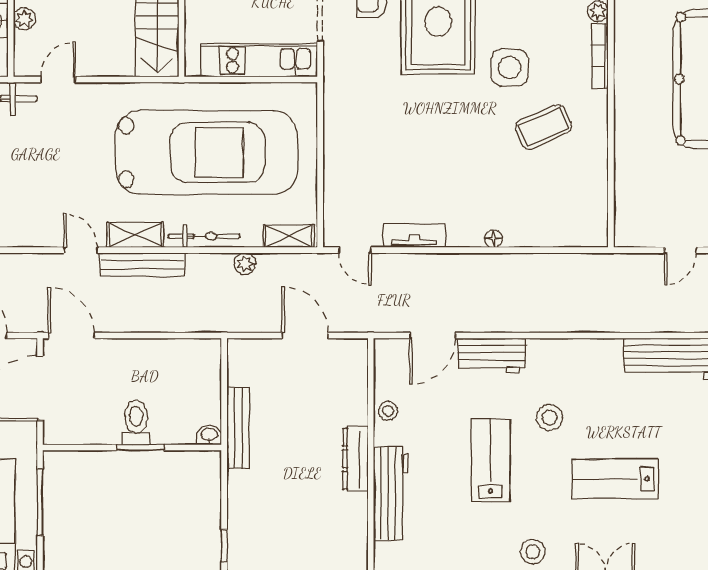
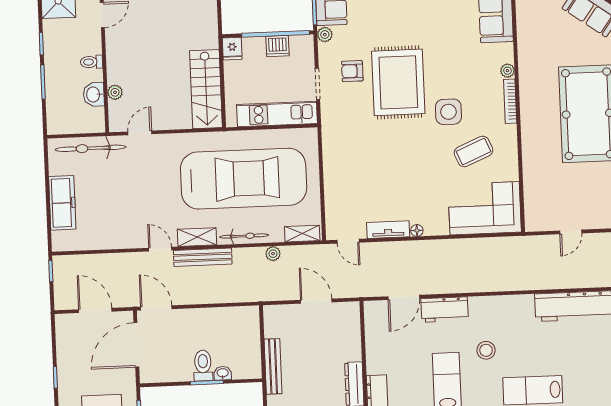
corner sofa: (556, 210) -> (485, 208), added
floor lamp: (493, 239) -> (417, 230), moved
stool: (388, 411) -> (375, 350), removed
washbasin: (209, 435) -> (223, 373), moved

